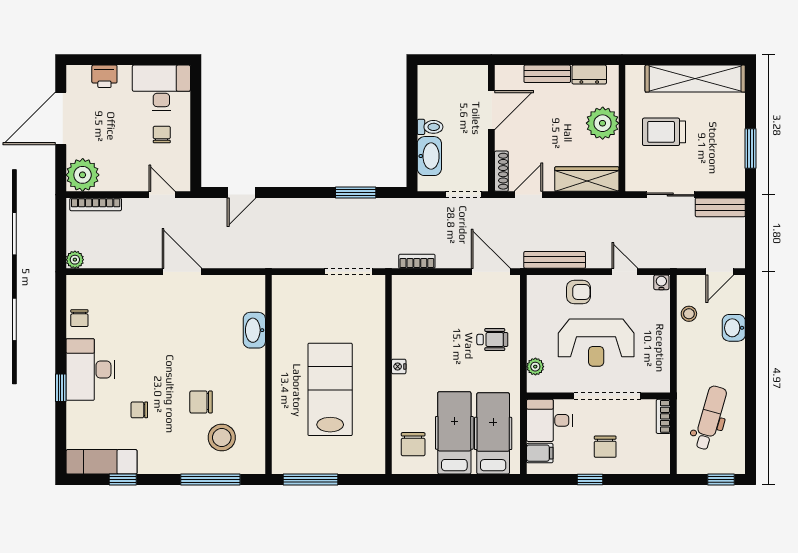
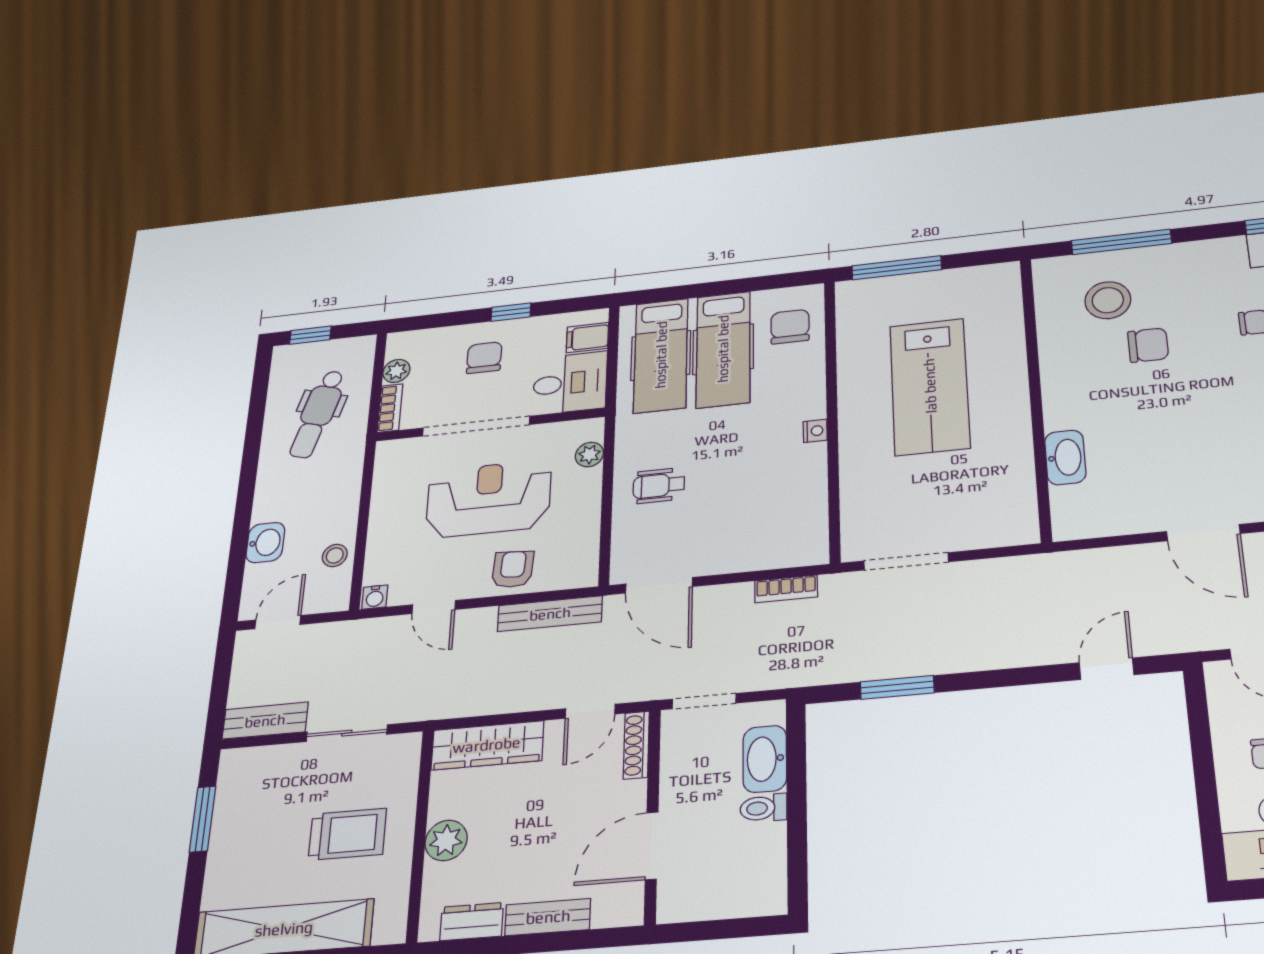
plant: (603, 123) -> (446, 840), width x0.73, depth x0.73
armchair: (578, 292) -> (513, 569), turned 94
plant: (662, 444) -> (396, 371), added
window: (310, 480) -> (897, 268), moved

